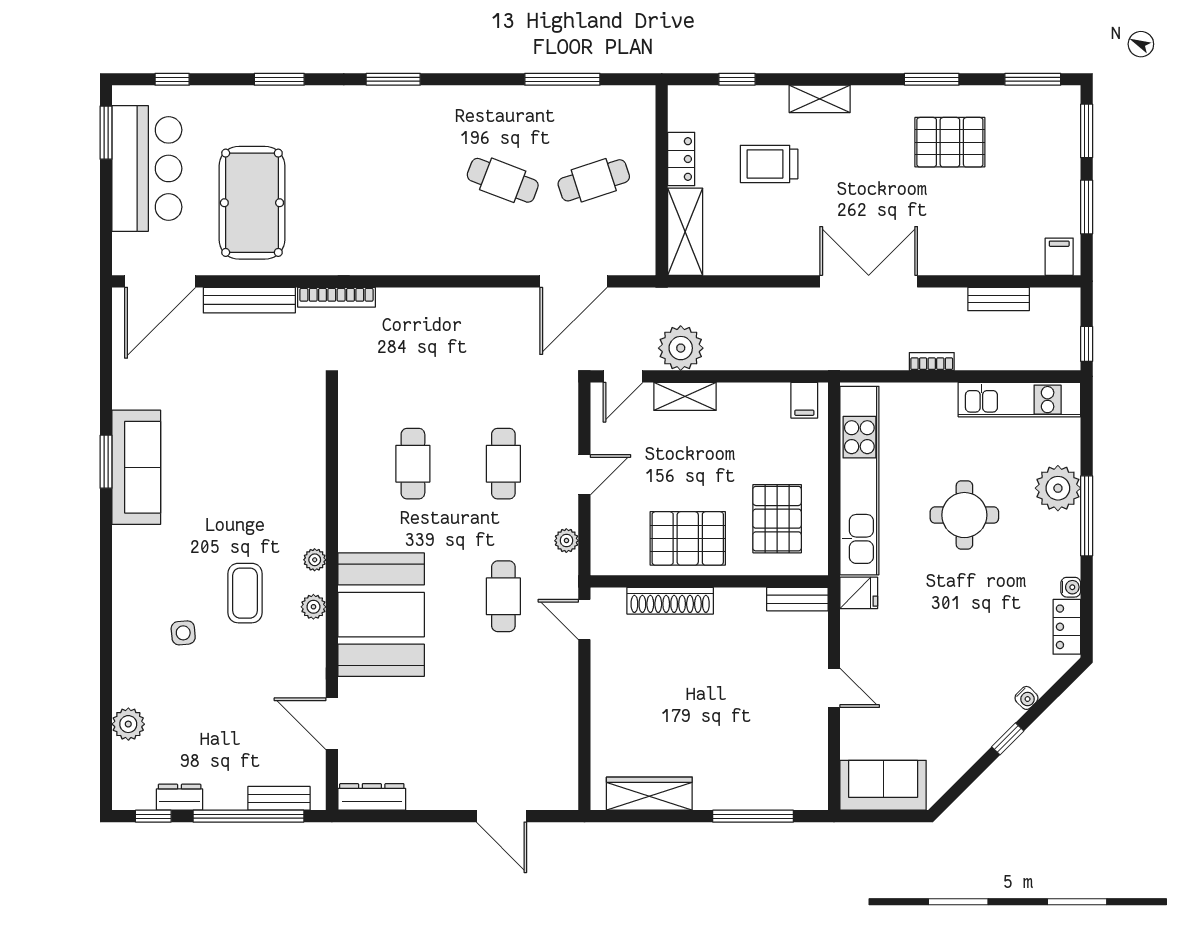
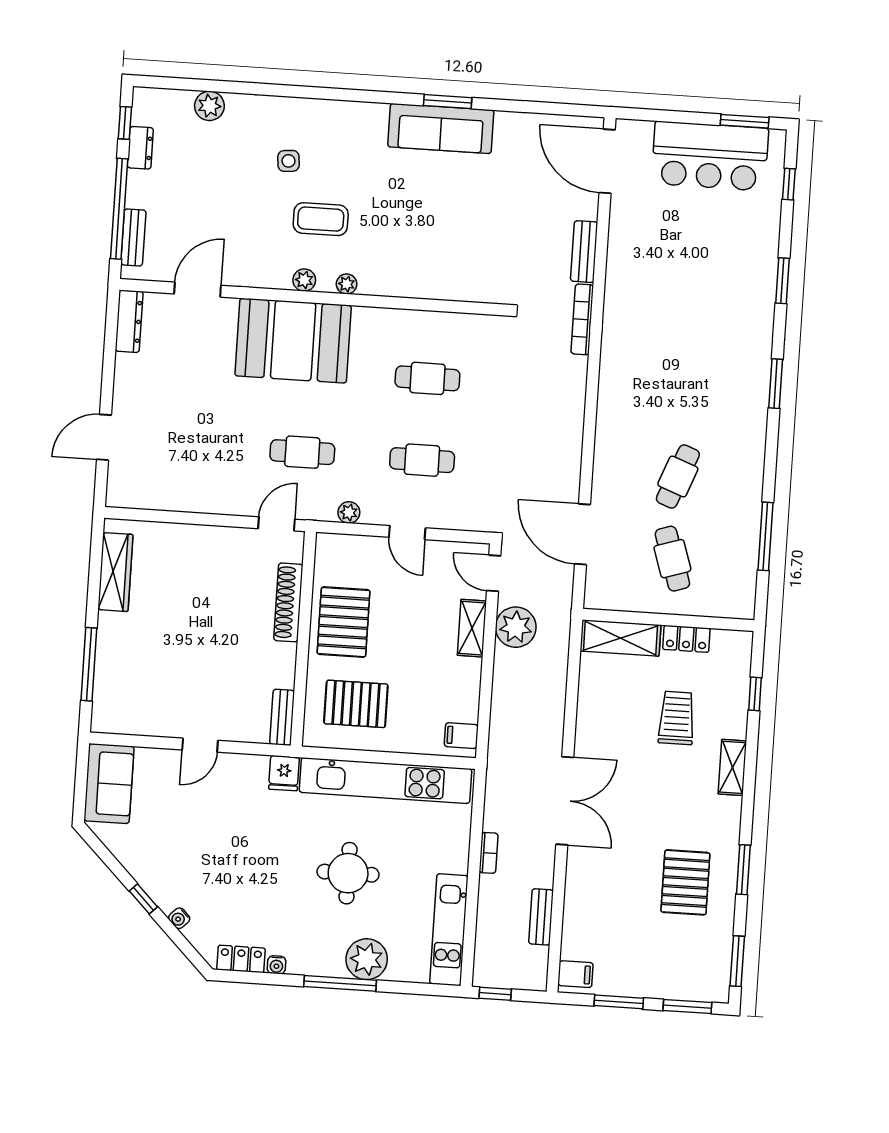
pool table: (252, 203) -> (673, 249), removed
bench: (249, 300) -> (584, 252), width x0.73

